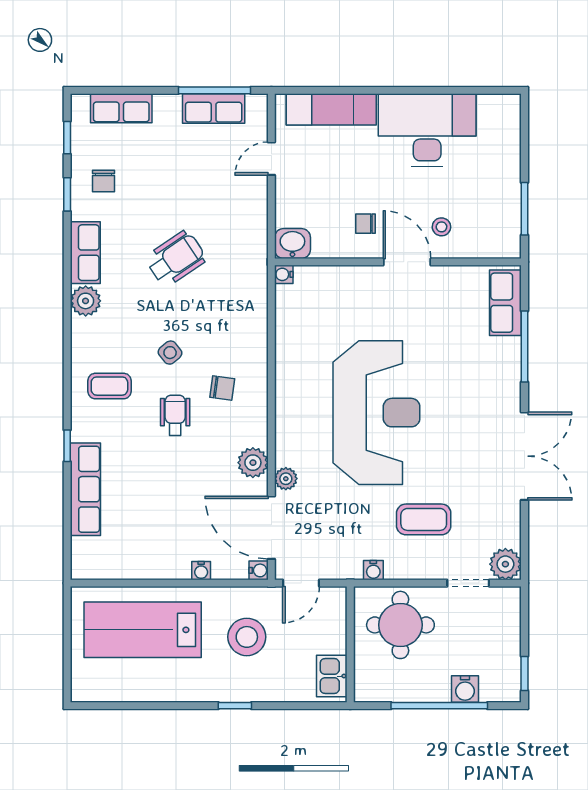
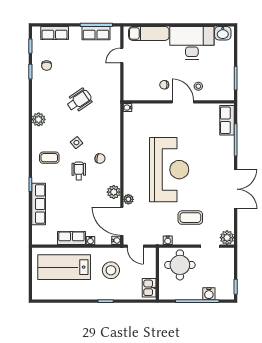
washbasin: (292, 244) -> (223, 33), moved, turned 180
row of seats: (85, 253) -> (71, 238), moved, turned -90
door: (301, 583) -> (135, 246), hinge flipped

